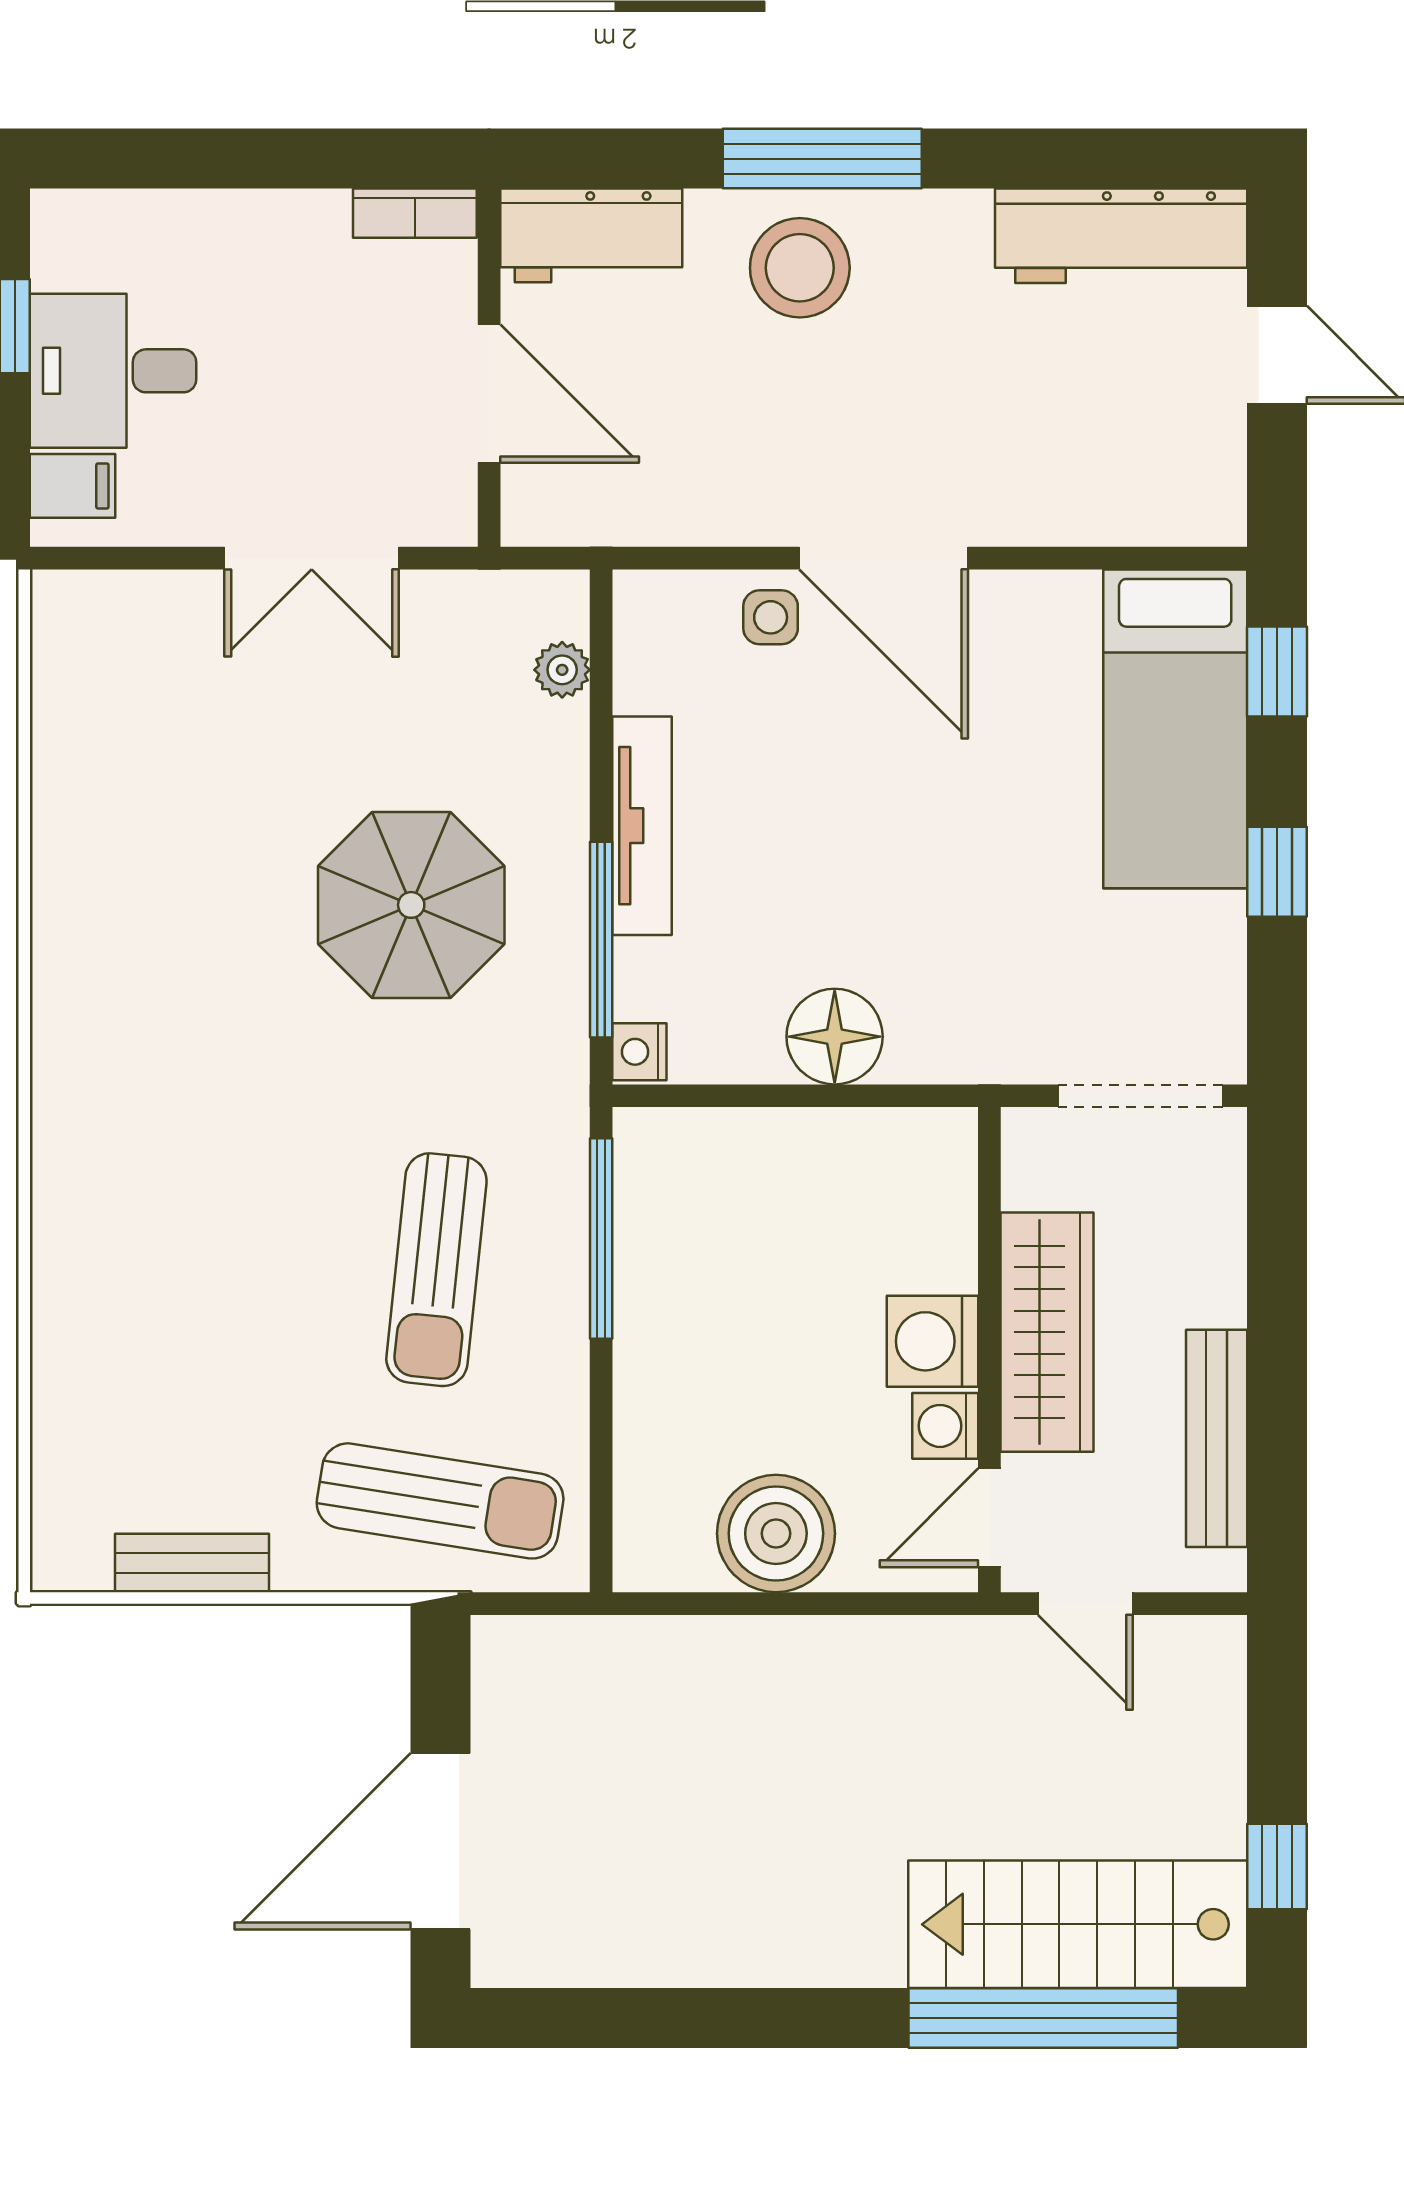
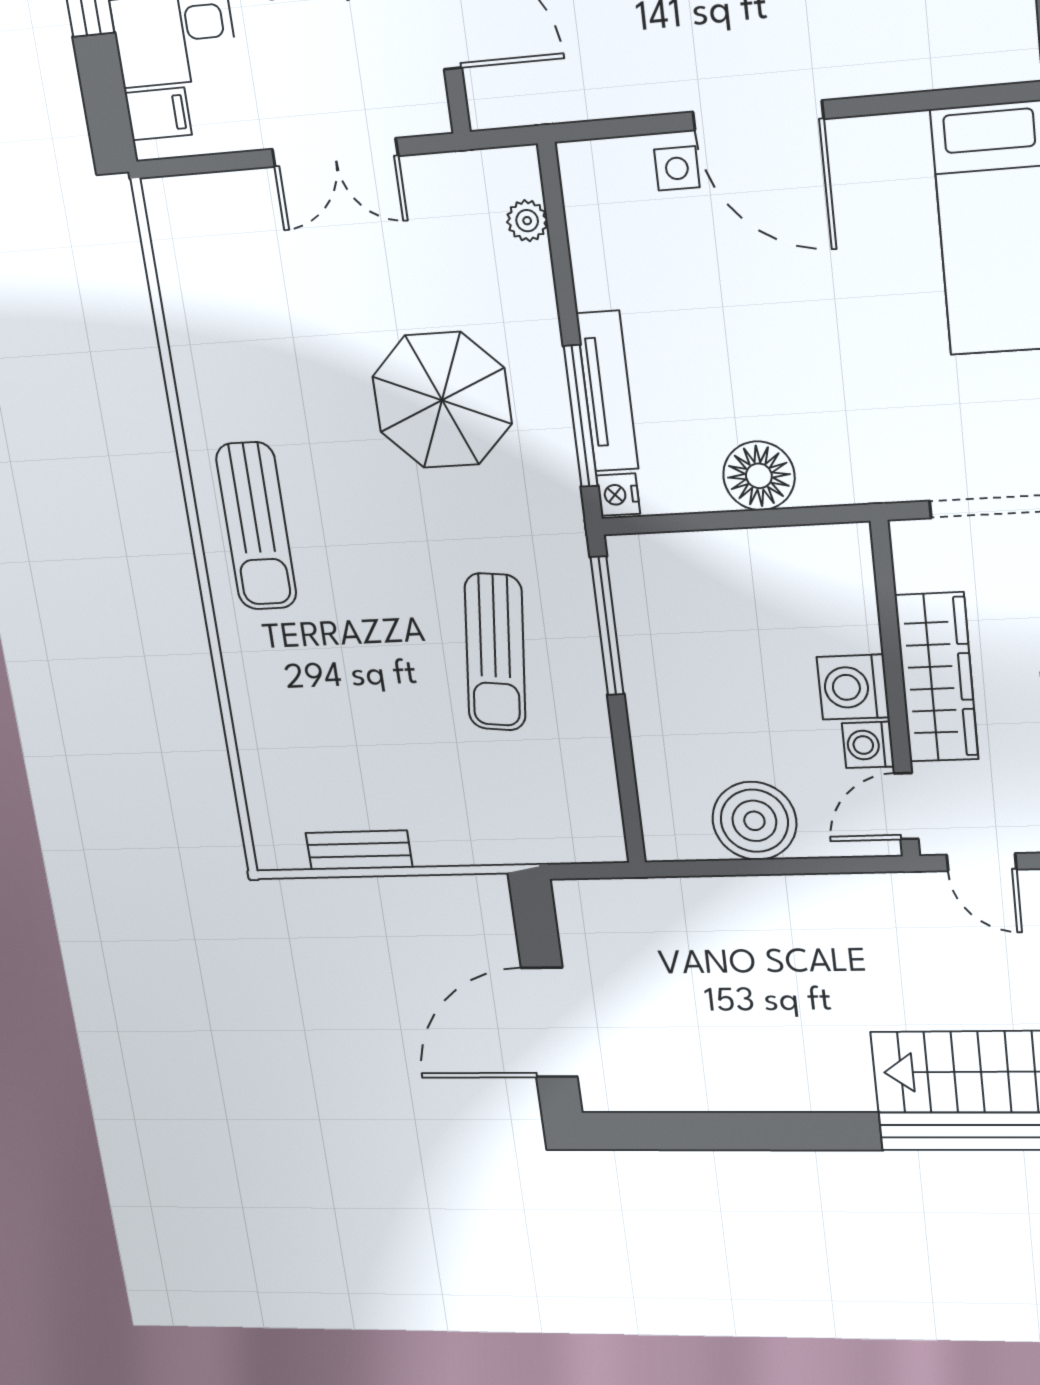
tv unit: (642, 826) -> (607, 391), moved
sun lounger: (440, 1501) -> (256, 526), moved, turned 81

